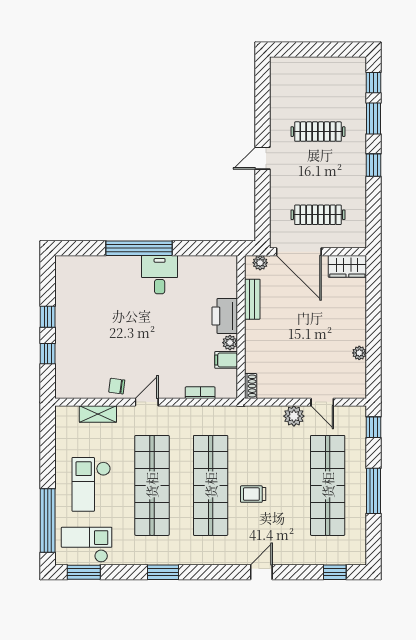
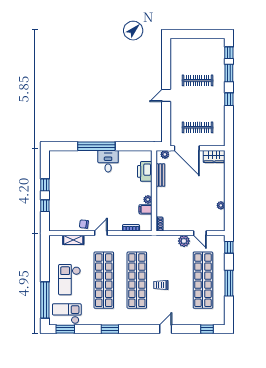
printer: (225, 316) -> (145, 171), moved

